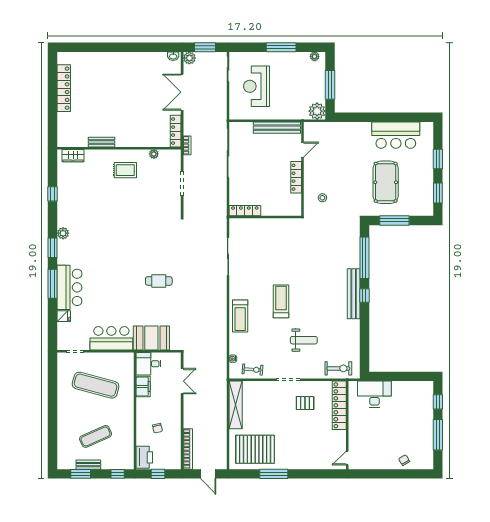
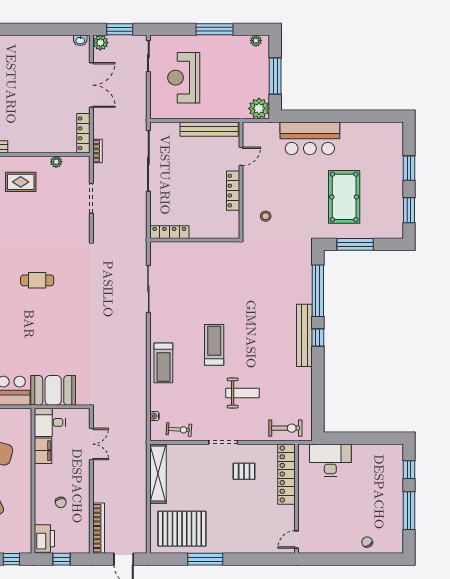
double door: (182, 92) -> (91, 85), swing flipped
bar counter: (396, 135) -> (310, 138), moved
cafe table: (159, 281) -> (37, 280), moved

